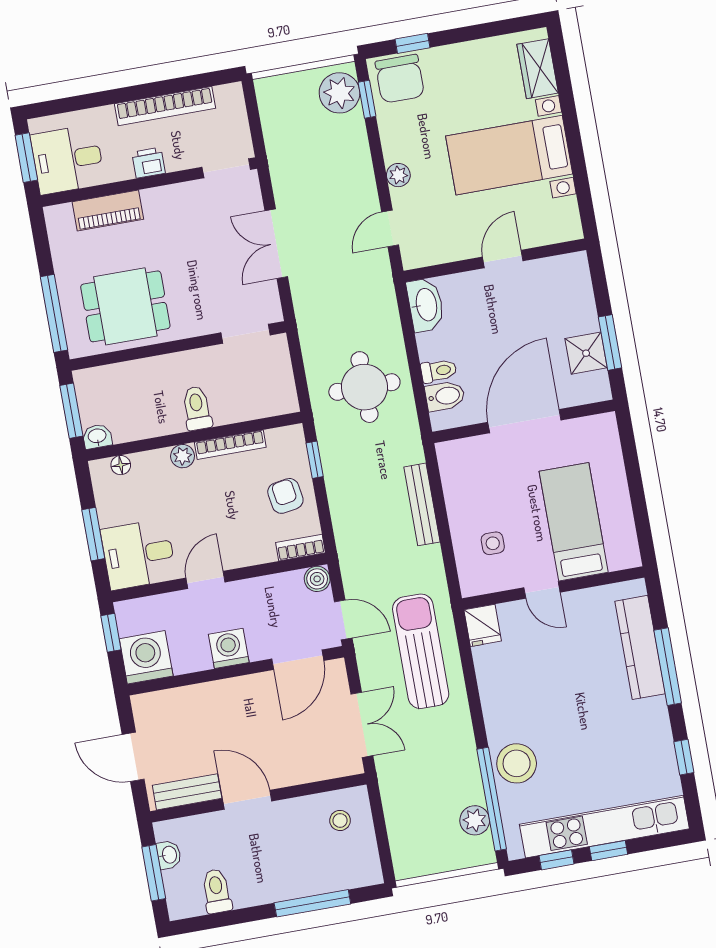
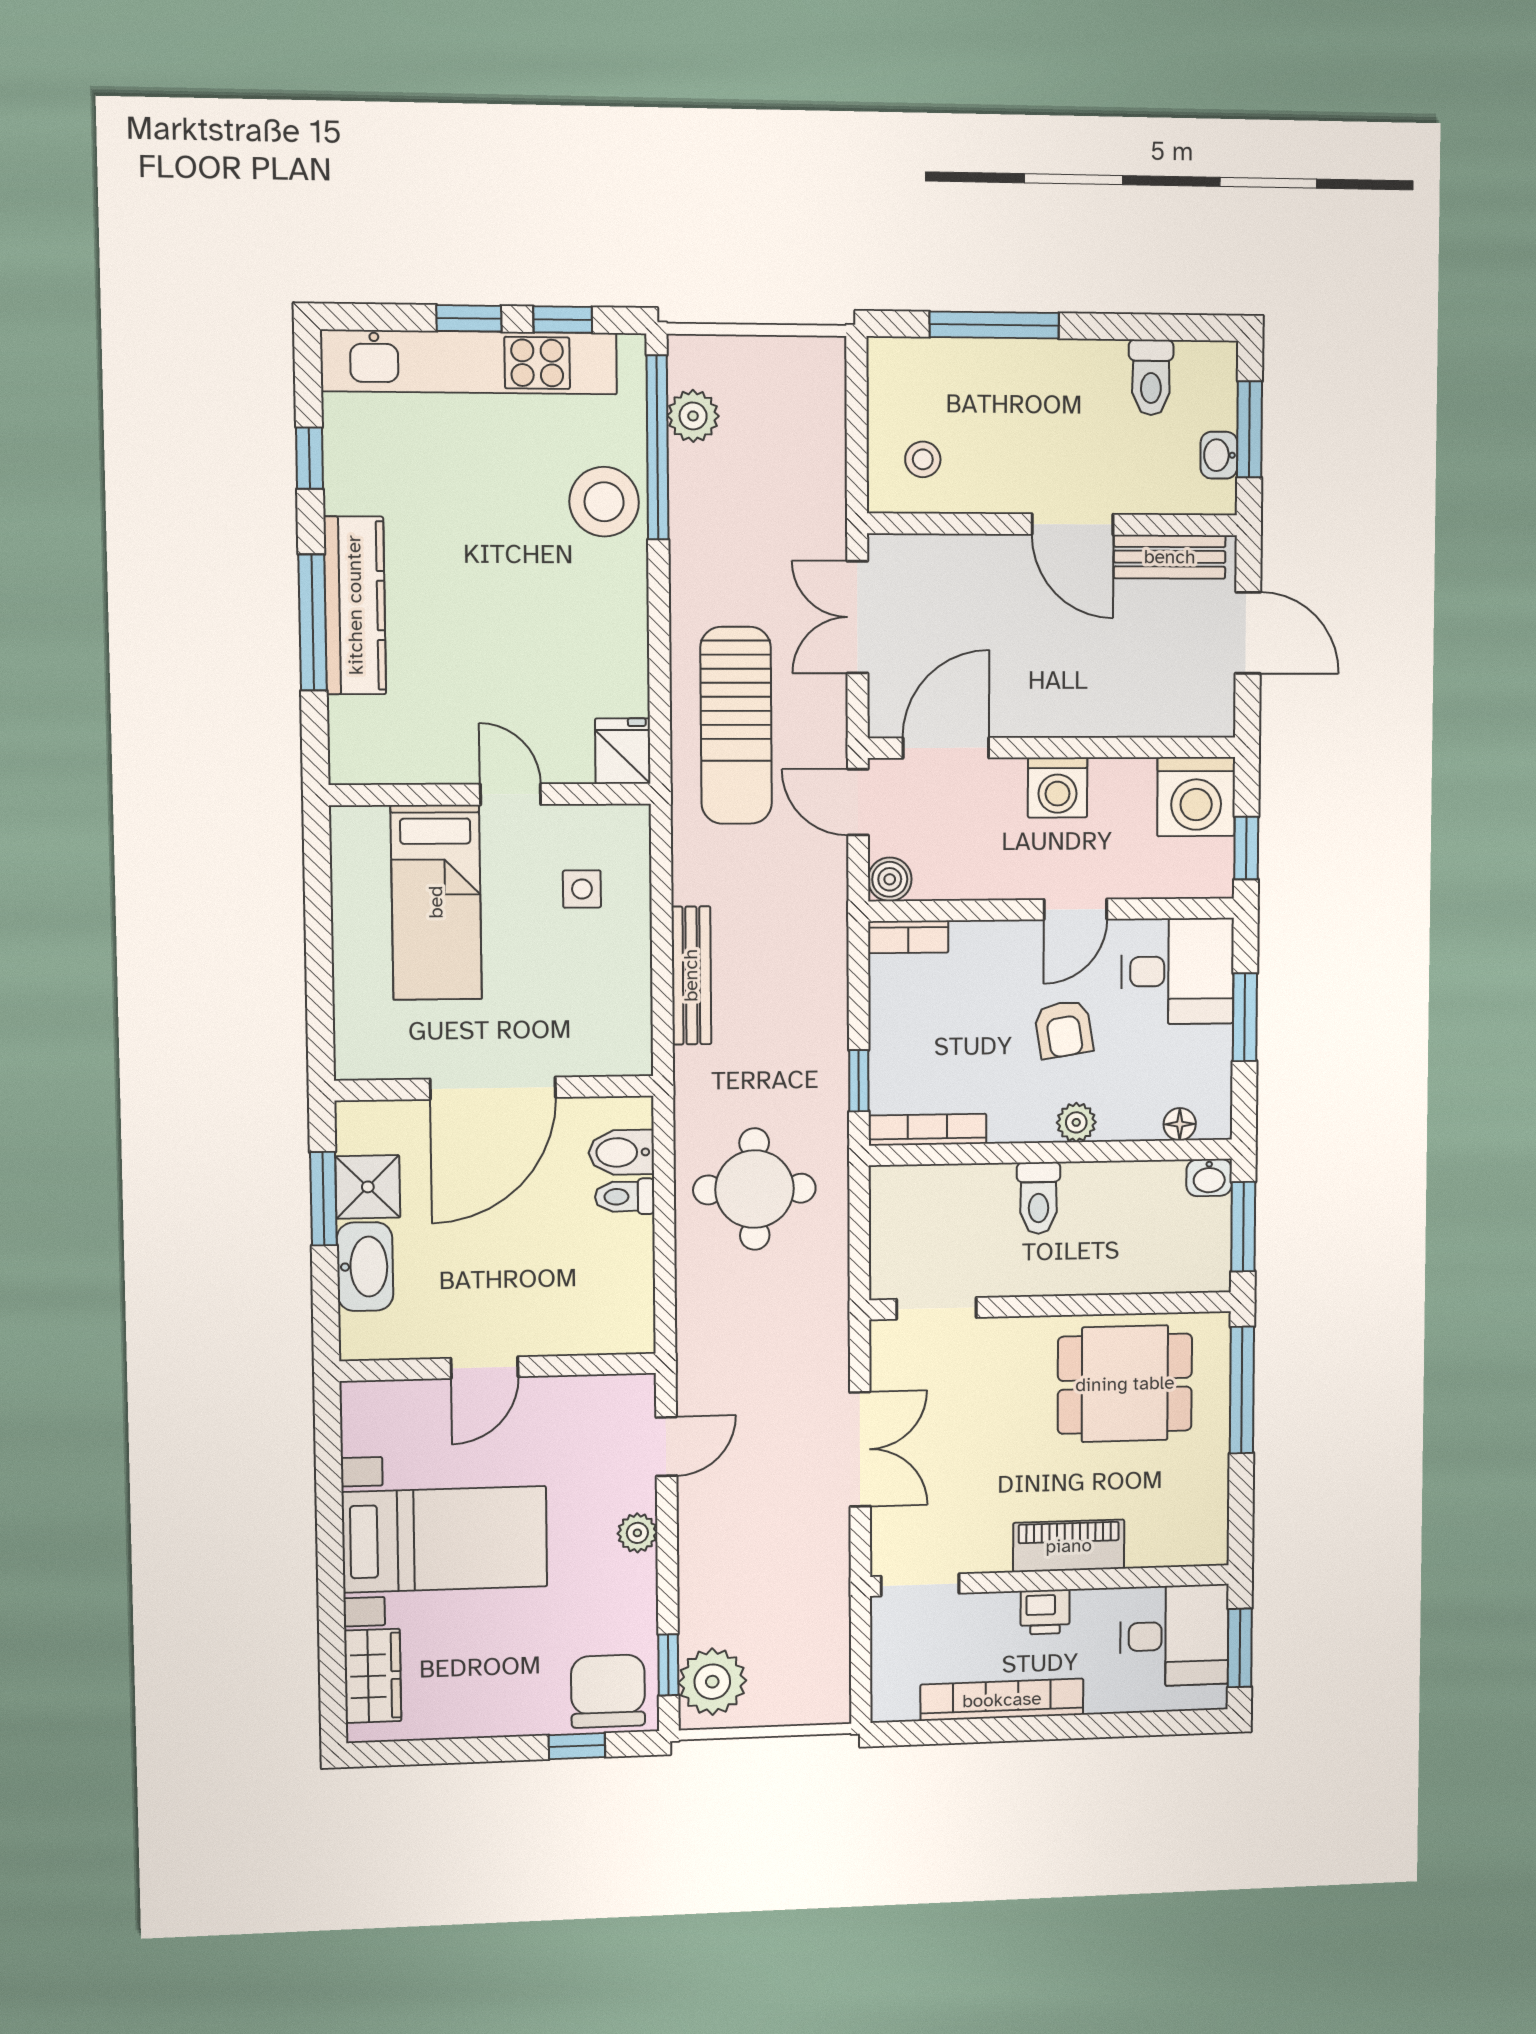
piano: (108, 211) -> (1069, 1546), moved
washbasin: (426, 305) -> (365, 1267), moved, turned 180
bookcase: (230, 445) -> (928, 1130), moved
armchair: (285, 496) -> (1064, 1029), moved
kitchen counter: (640, 647) -> (355, 605), moved

